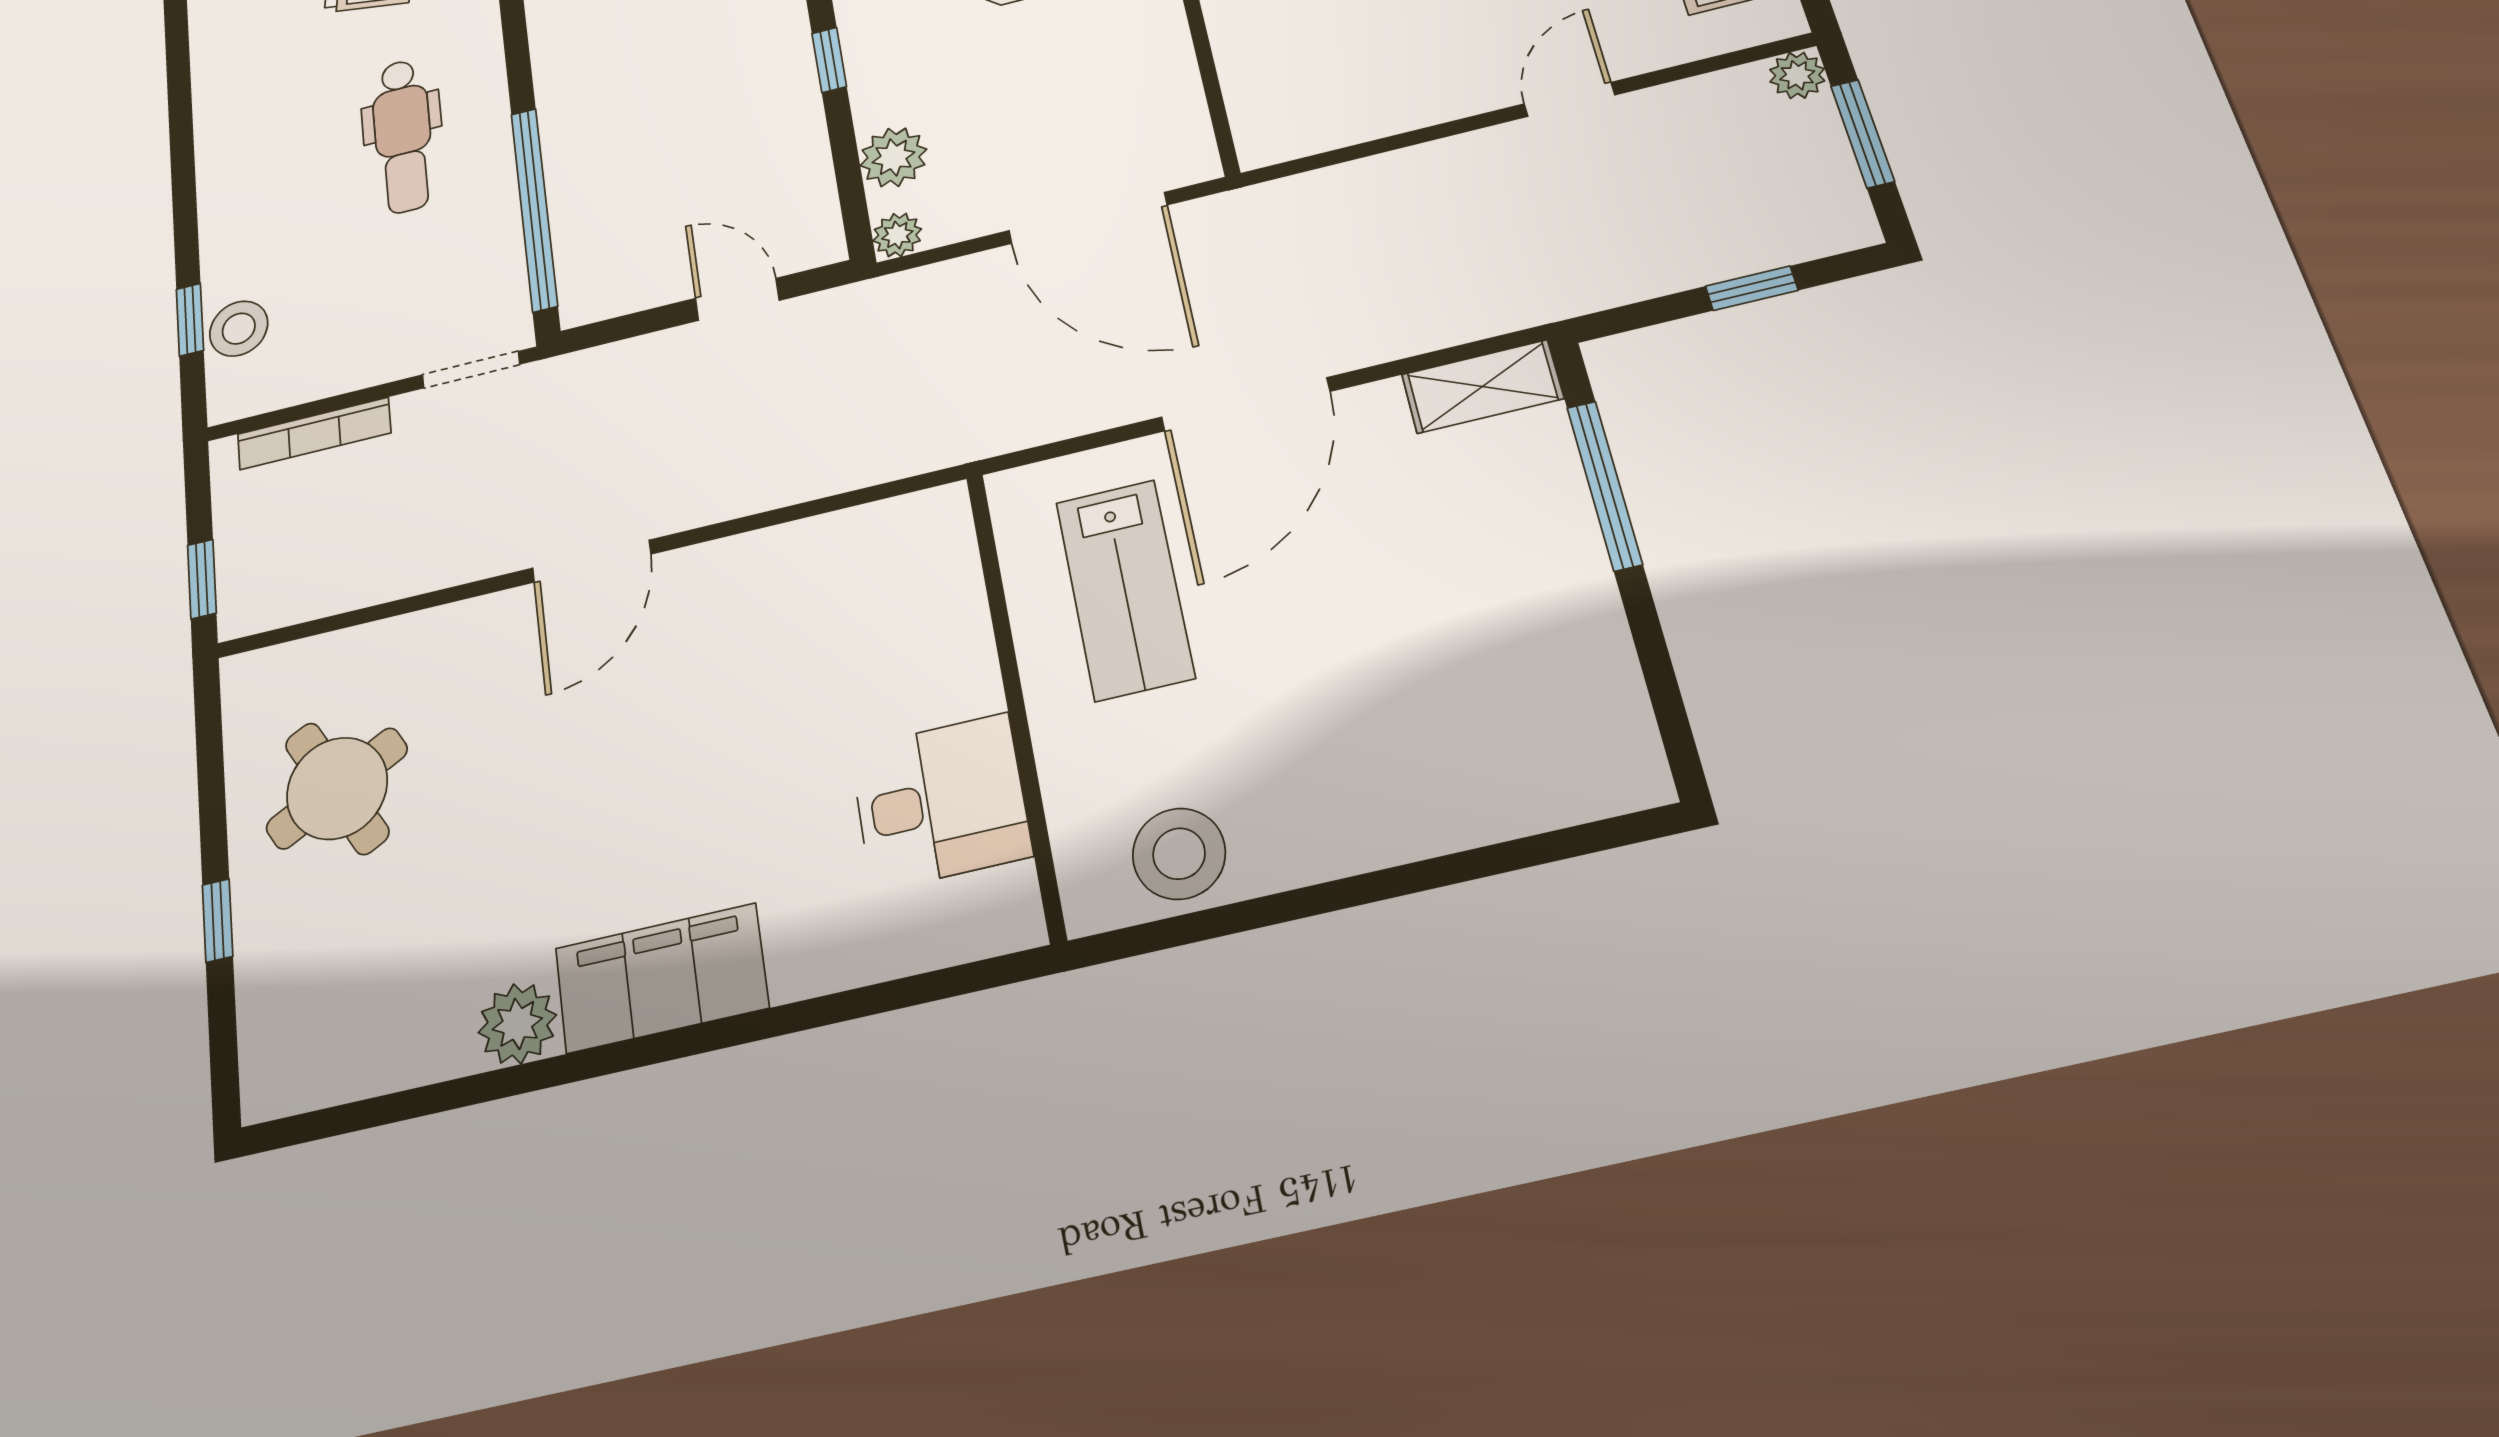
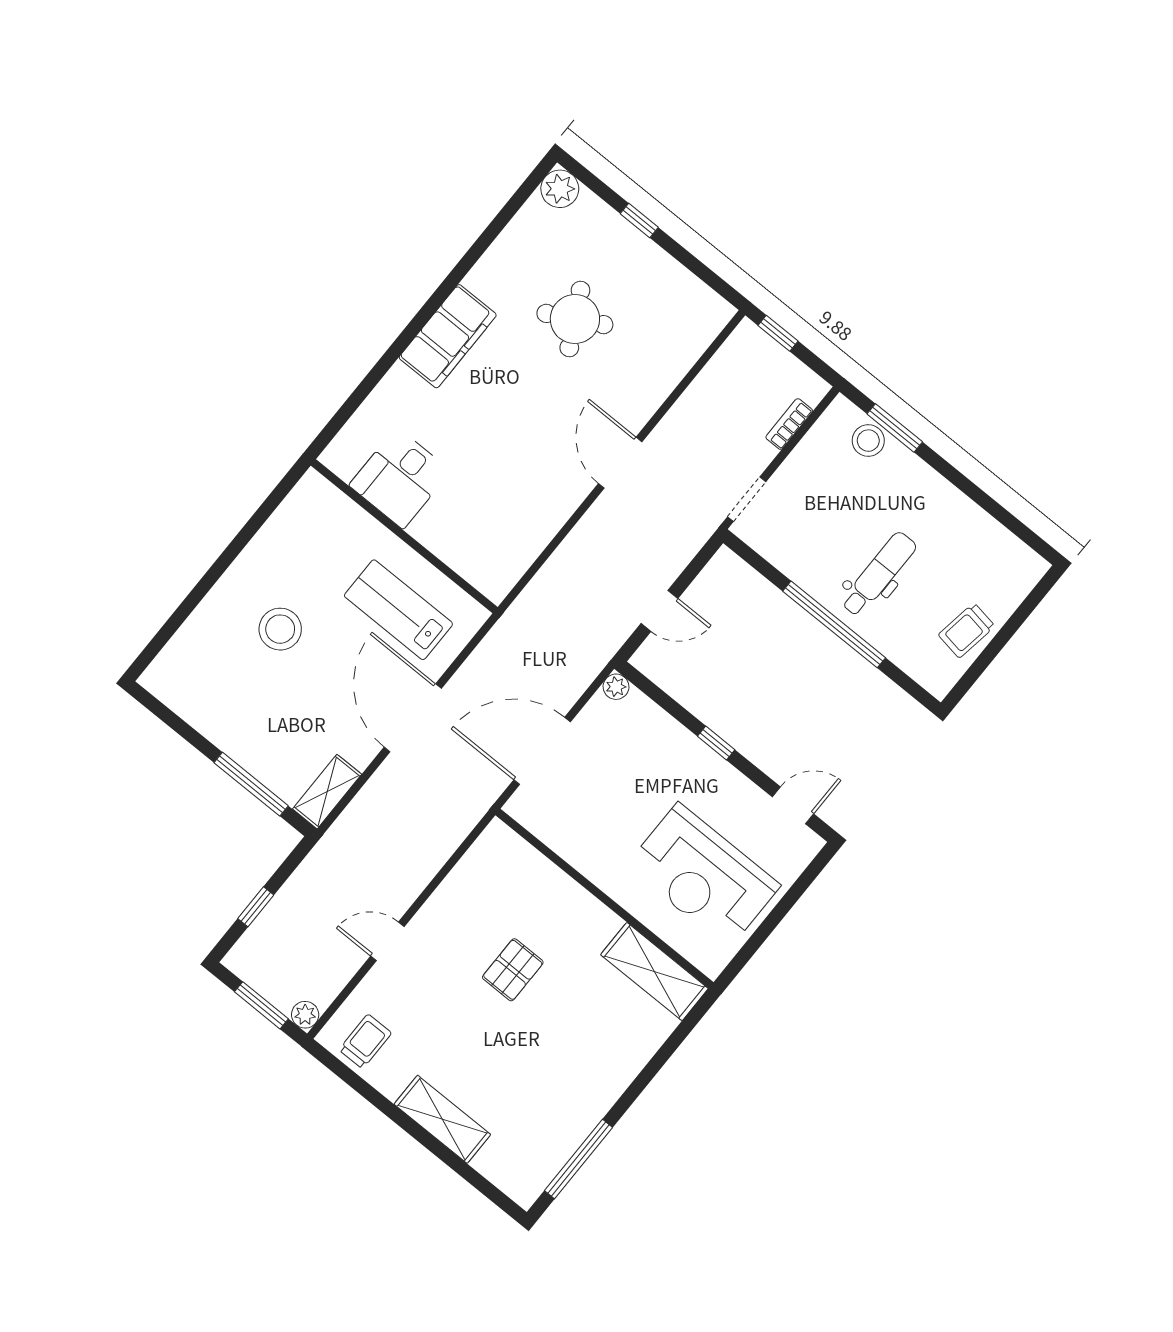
door: (1569, 99) -> (387, 941), swing flipped
dental chair: (403, 136) -> (879, 574), turned 90
plant: (893, 157) -> (648, 719), removed
window: (534, 209) -> (834, 624), moved
window: (190, 320) -> (895, 428), width x1.50
bookcase: (314, 433) -> (789, 424), width x0.64
round table: (337, 788) -> (575, 319), moved
stool: (1179, 854) -> (280, 629), moved
plant: (517, 1024) -> (560, 189), moved

